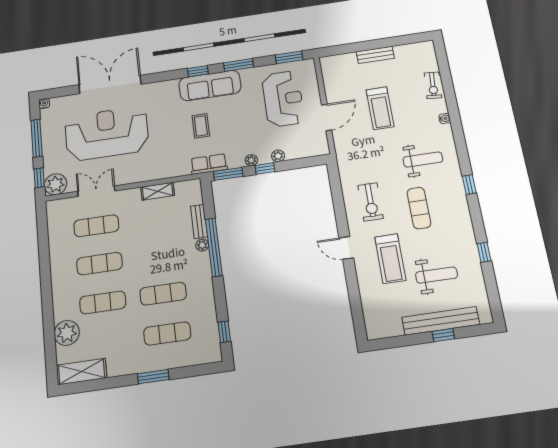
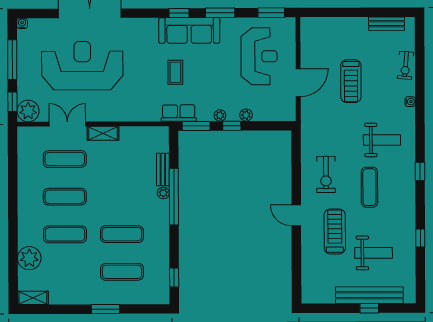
bench: (375, 55) -> (387, 24), moved
shelving: (158, 191) -> (103, 133), moved
treadmill: (390, 259) -> (335, 232), turned 180
shelving: (81, 372) -> (33, 298), width x0.67, depth x0.75

